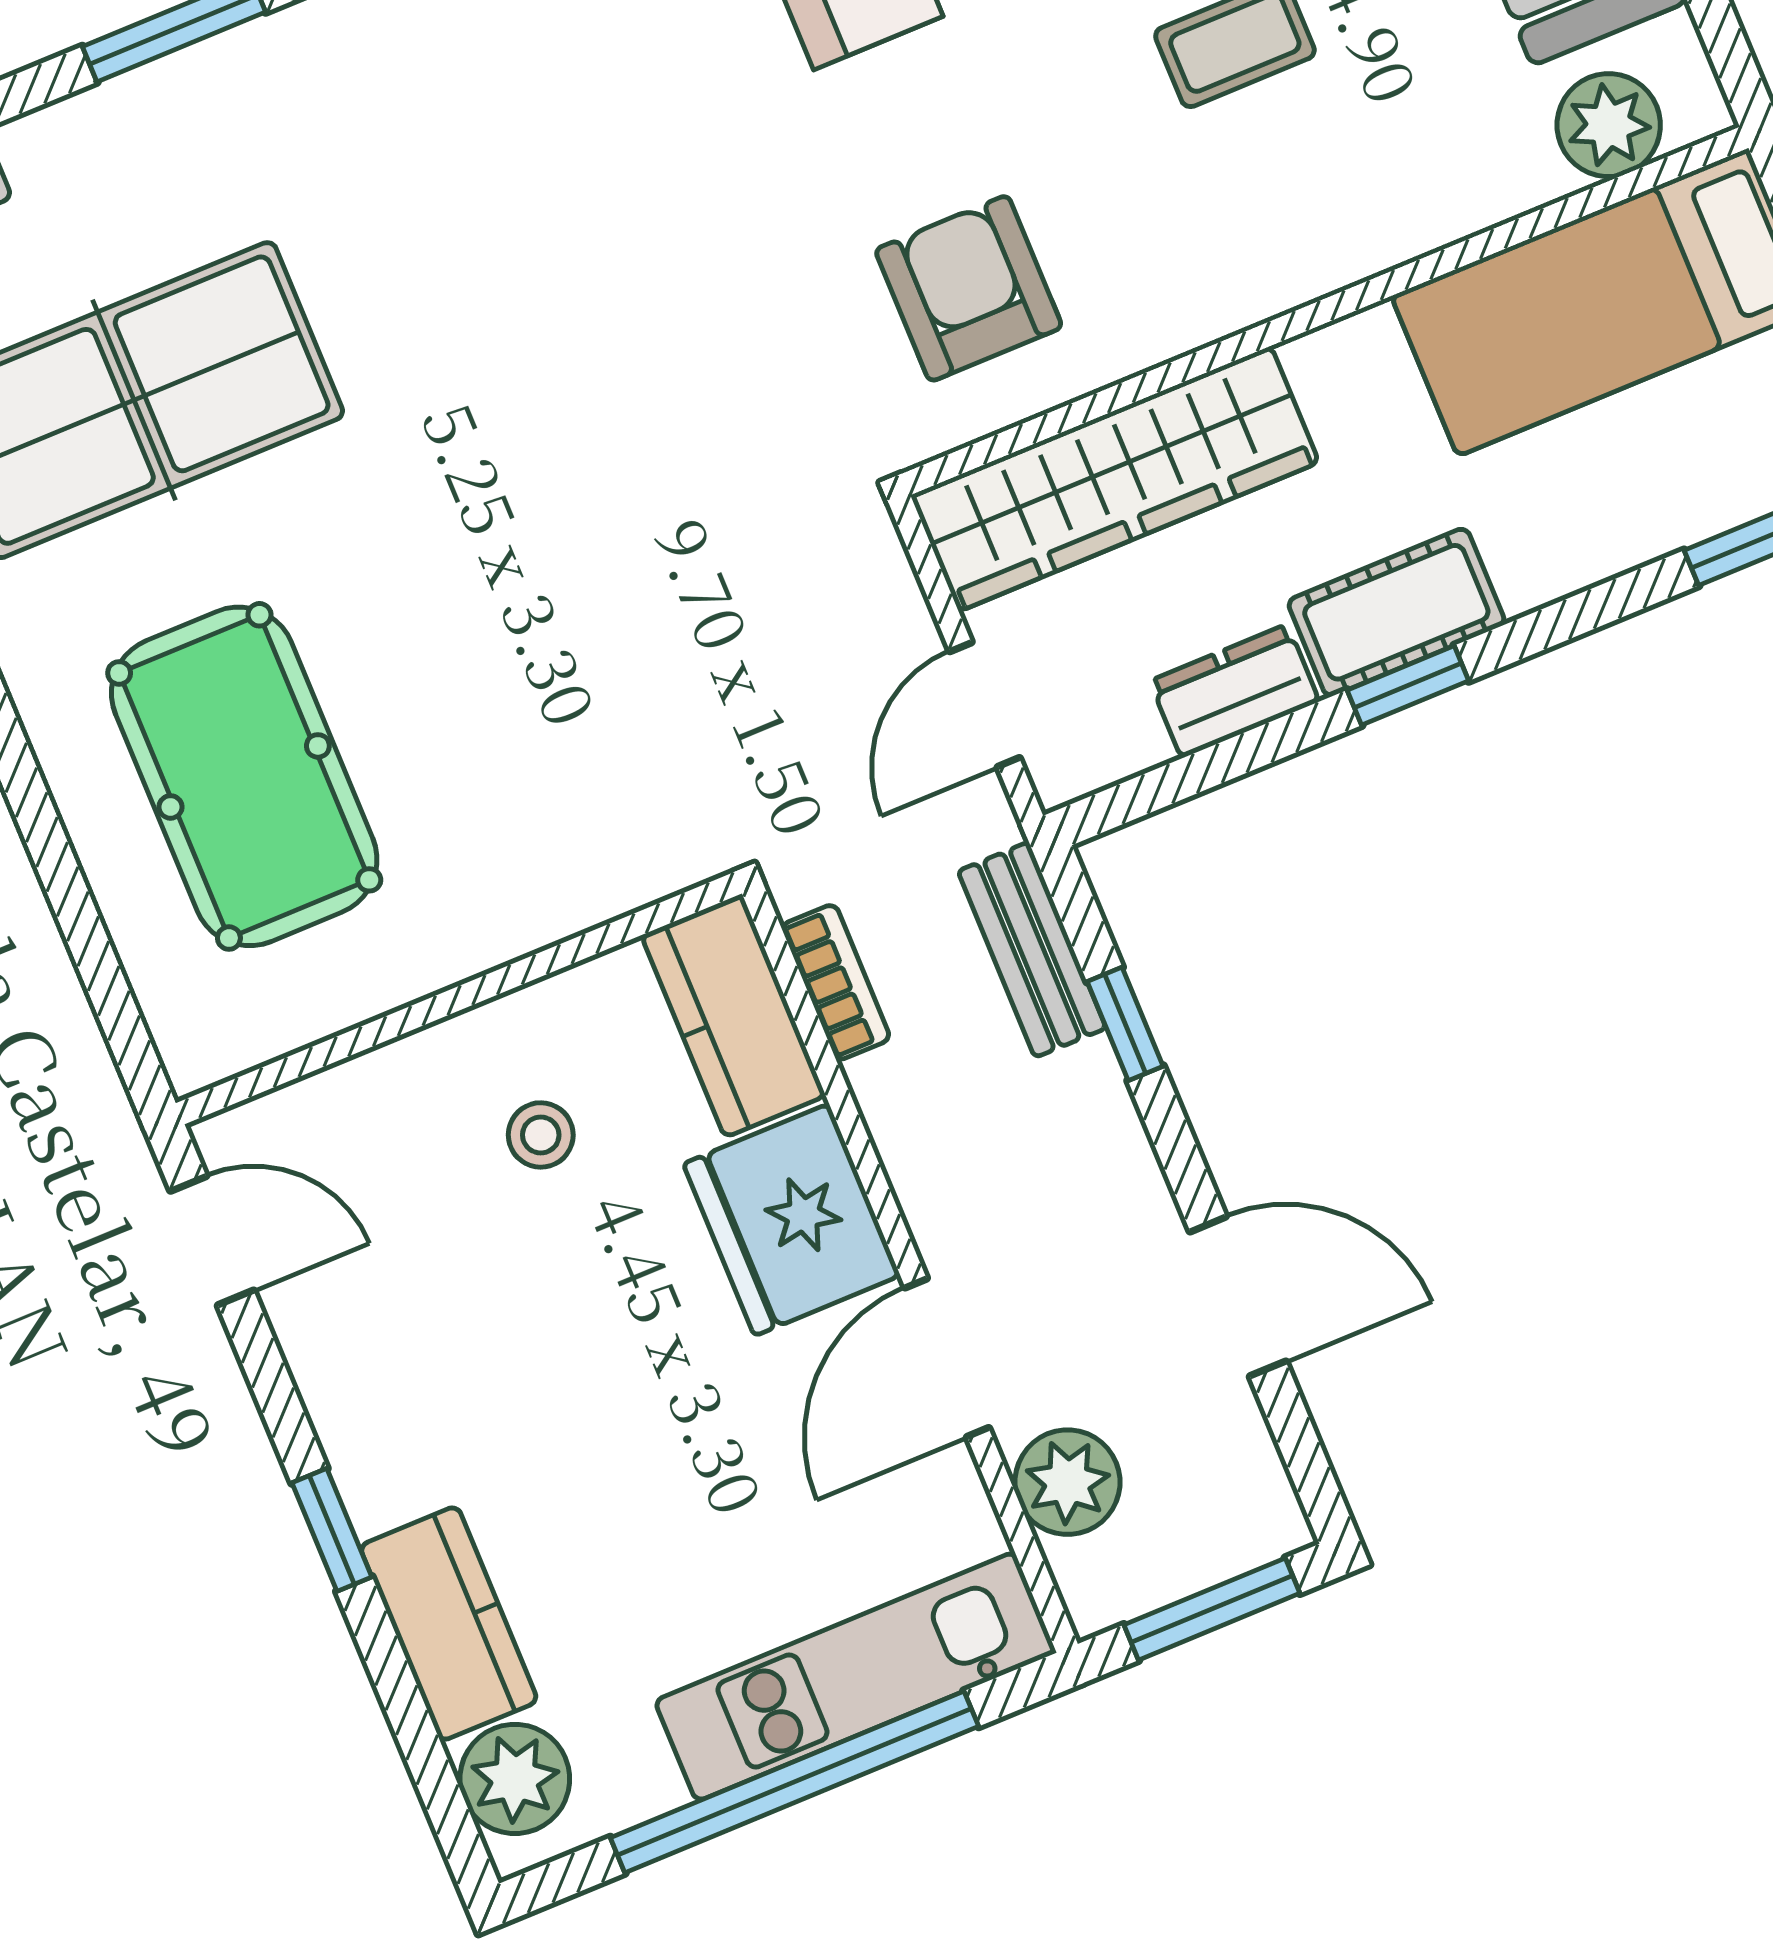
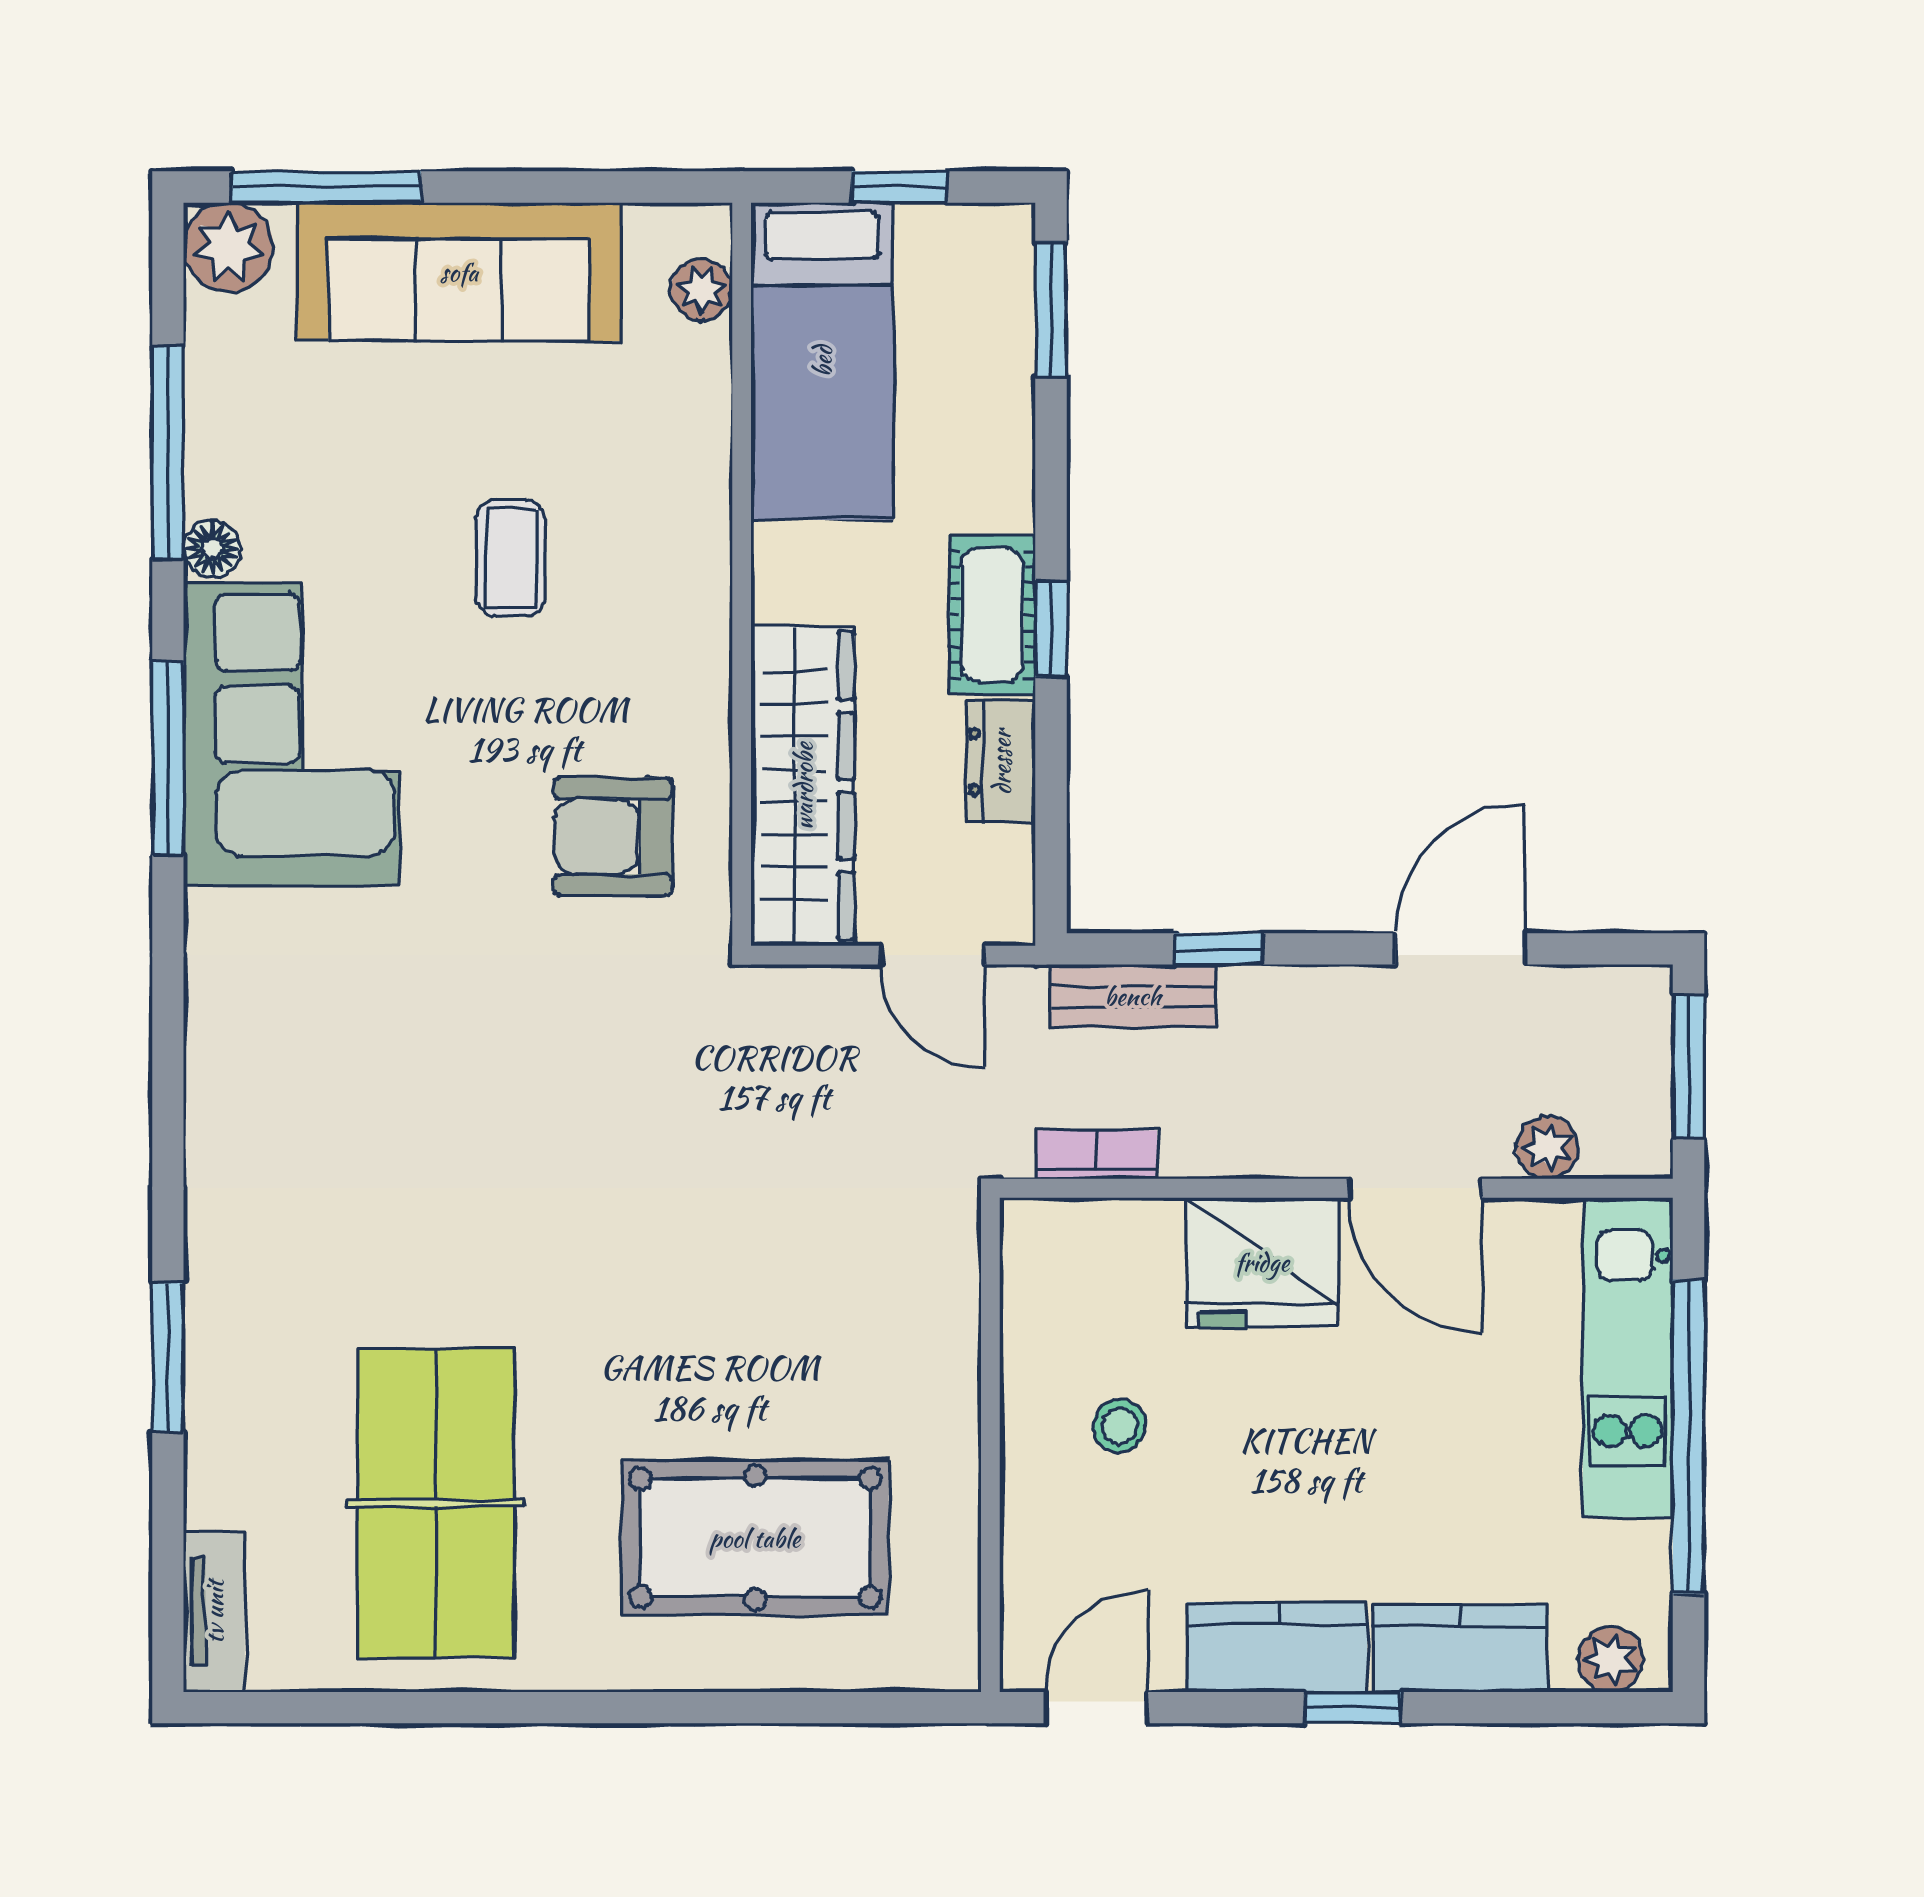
plant: (1609, 125) -> (702, 290), width x0.73, depth x0.73
kitchen counter: (733, 1016) -> (1277, 1647), moved, turned 180
plant: (1067, 1482) -> (1547, 1148), width x0.73, depth x0.73
plant: (515, 1779) -> (1611, 1659), width x0.73, depth x0.73

